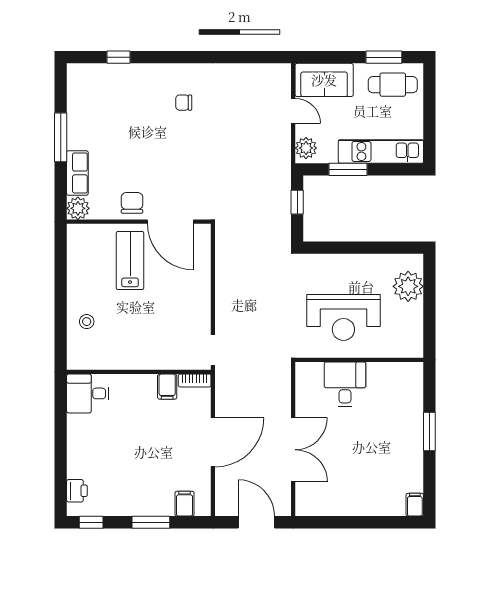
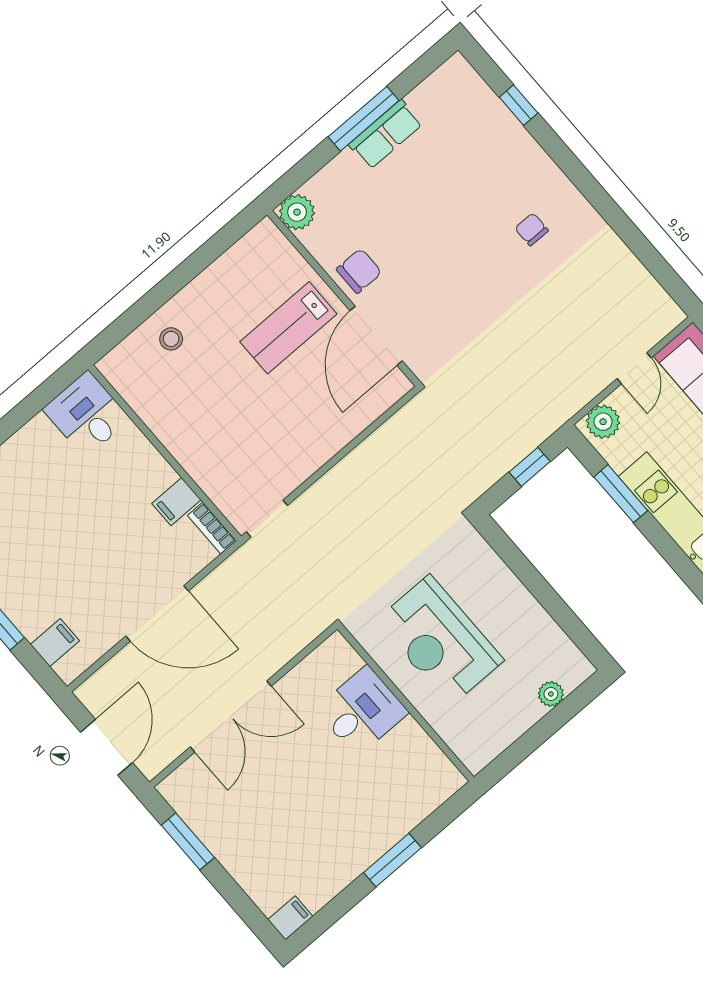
row of seats: (77, 173) -> (386, 134), moved
lab bench: (130, 260) -> (288, 328), turned 180
plant: (408, 286) -> (551, 694), width x0.53, depth x0.53
window: (335, 522) -> (188, 841), added

